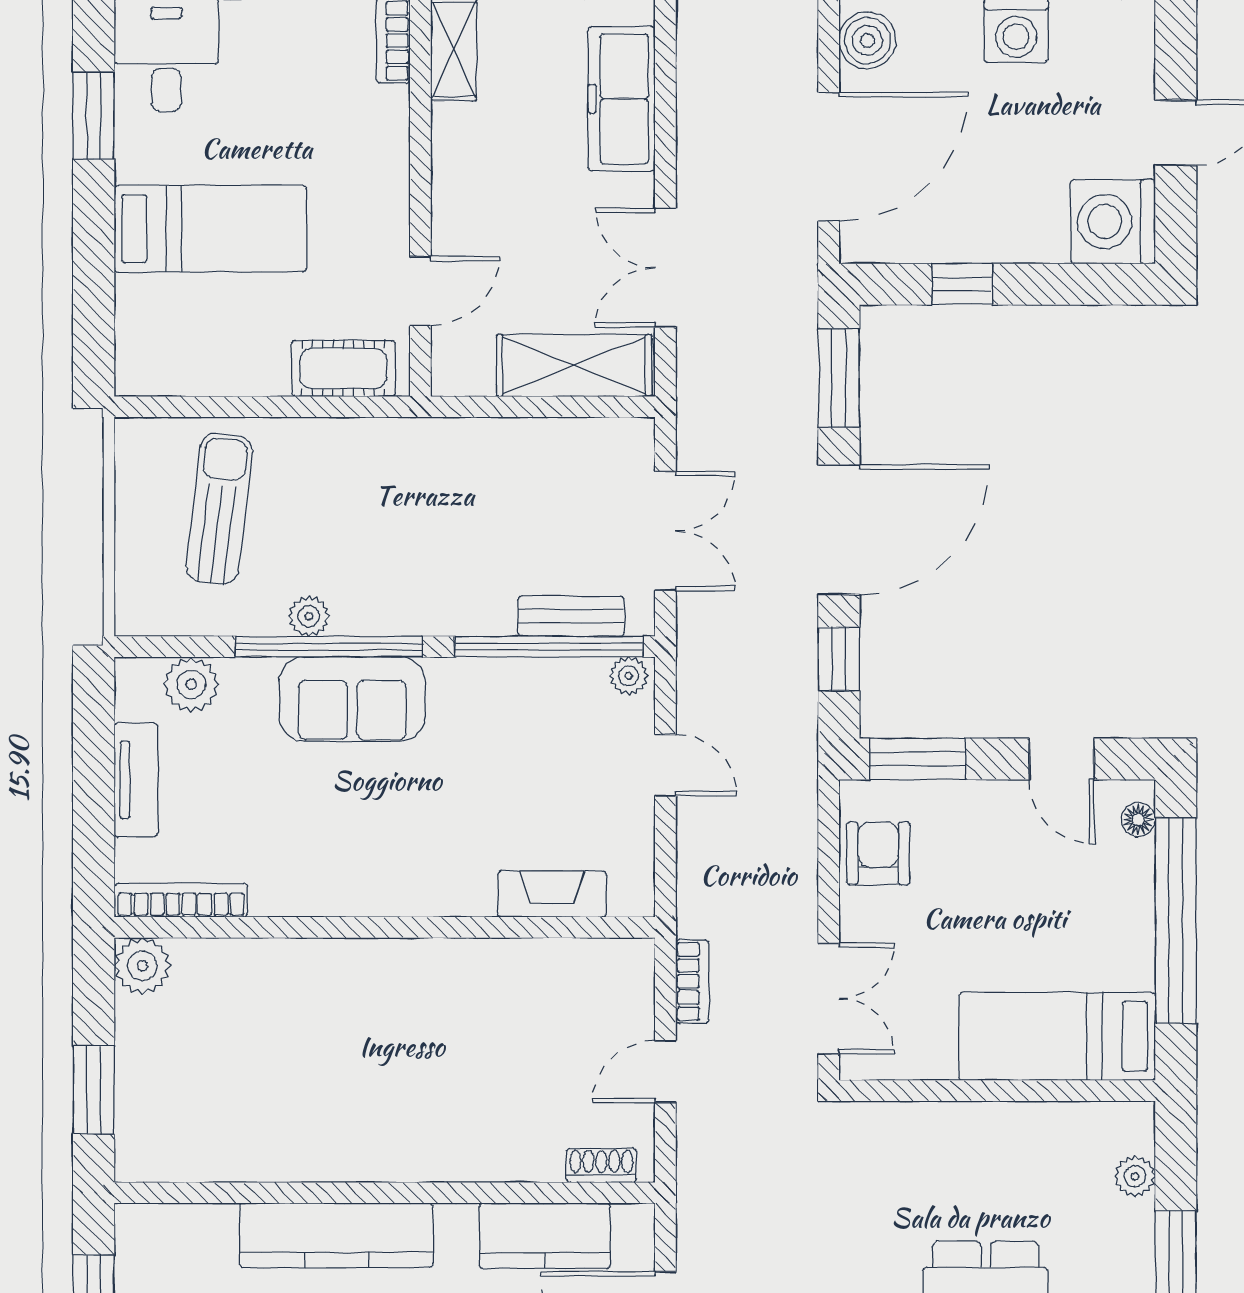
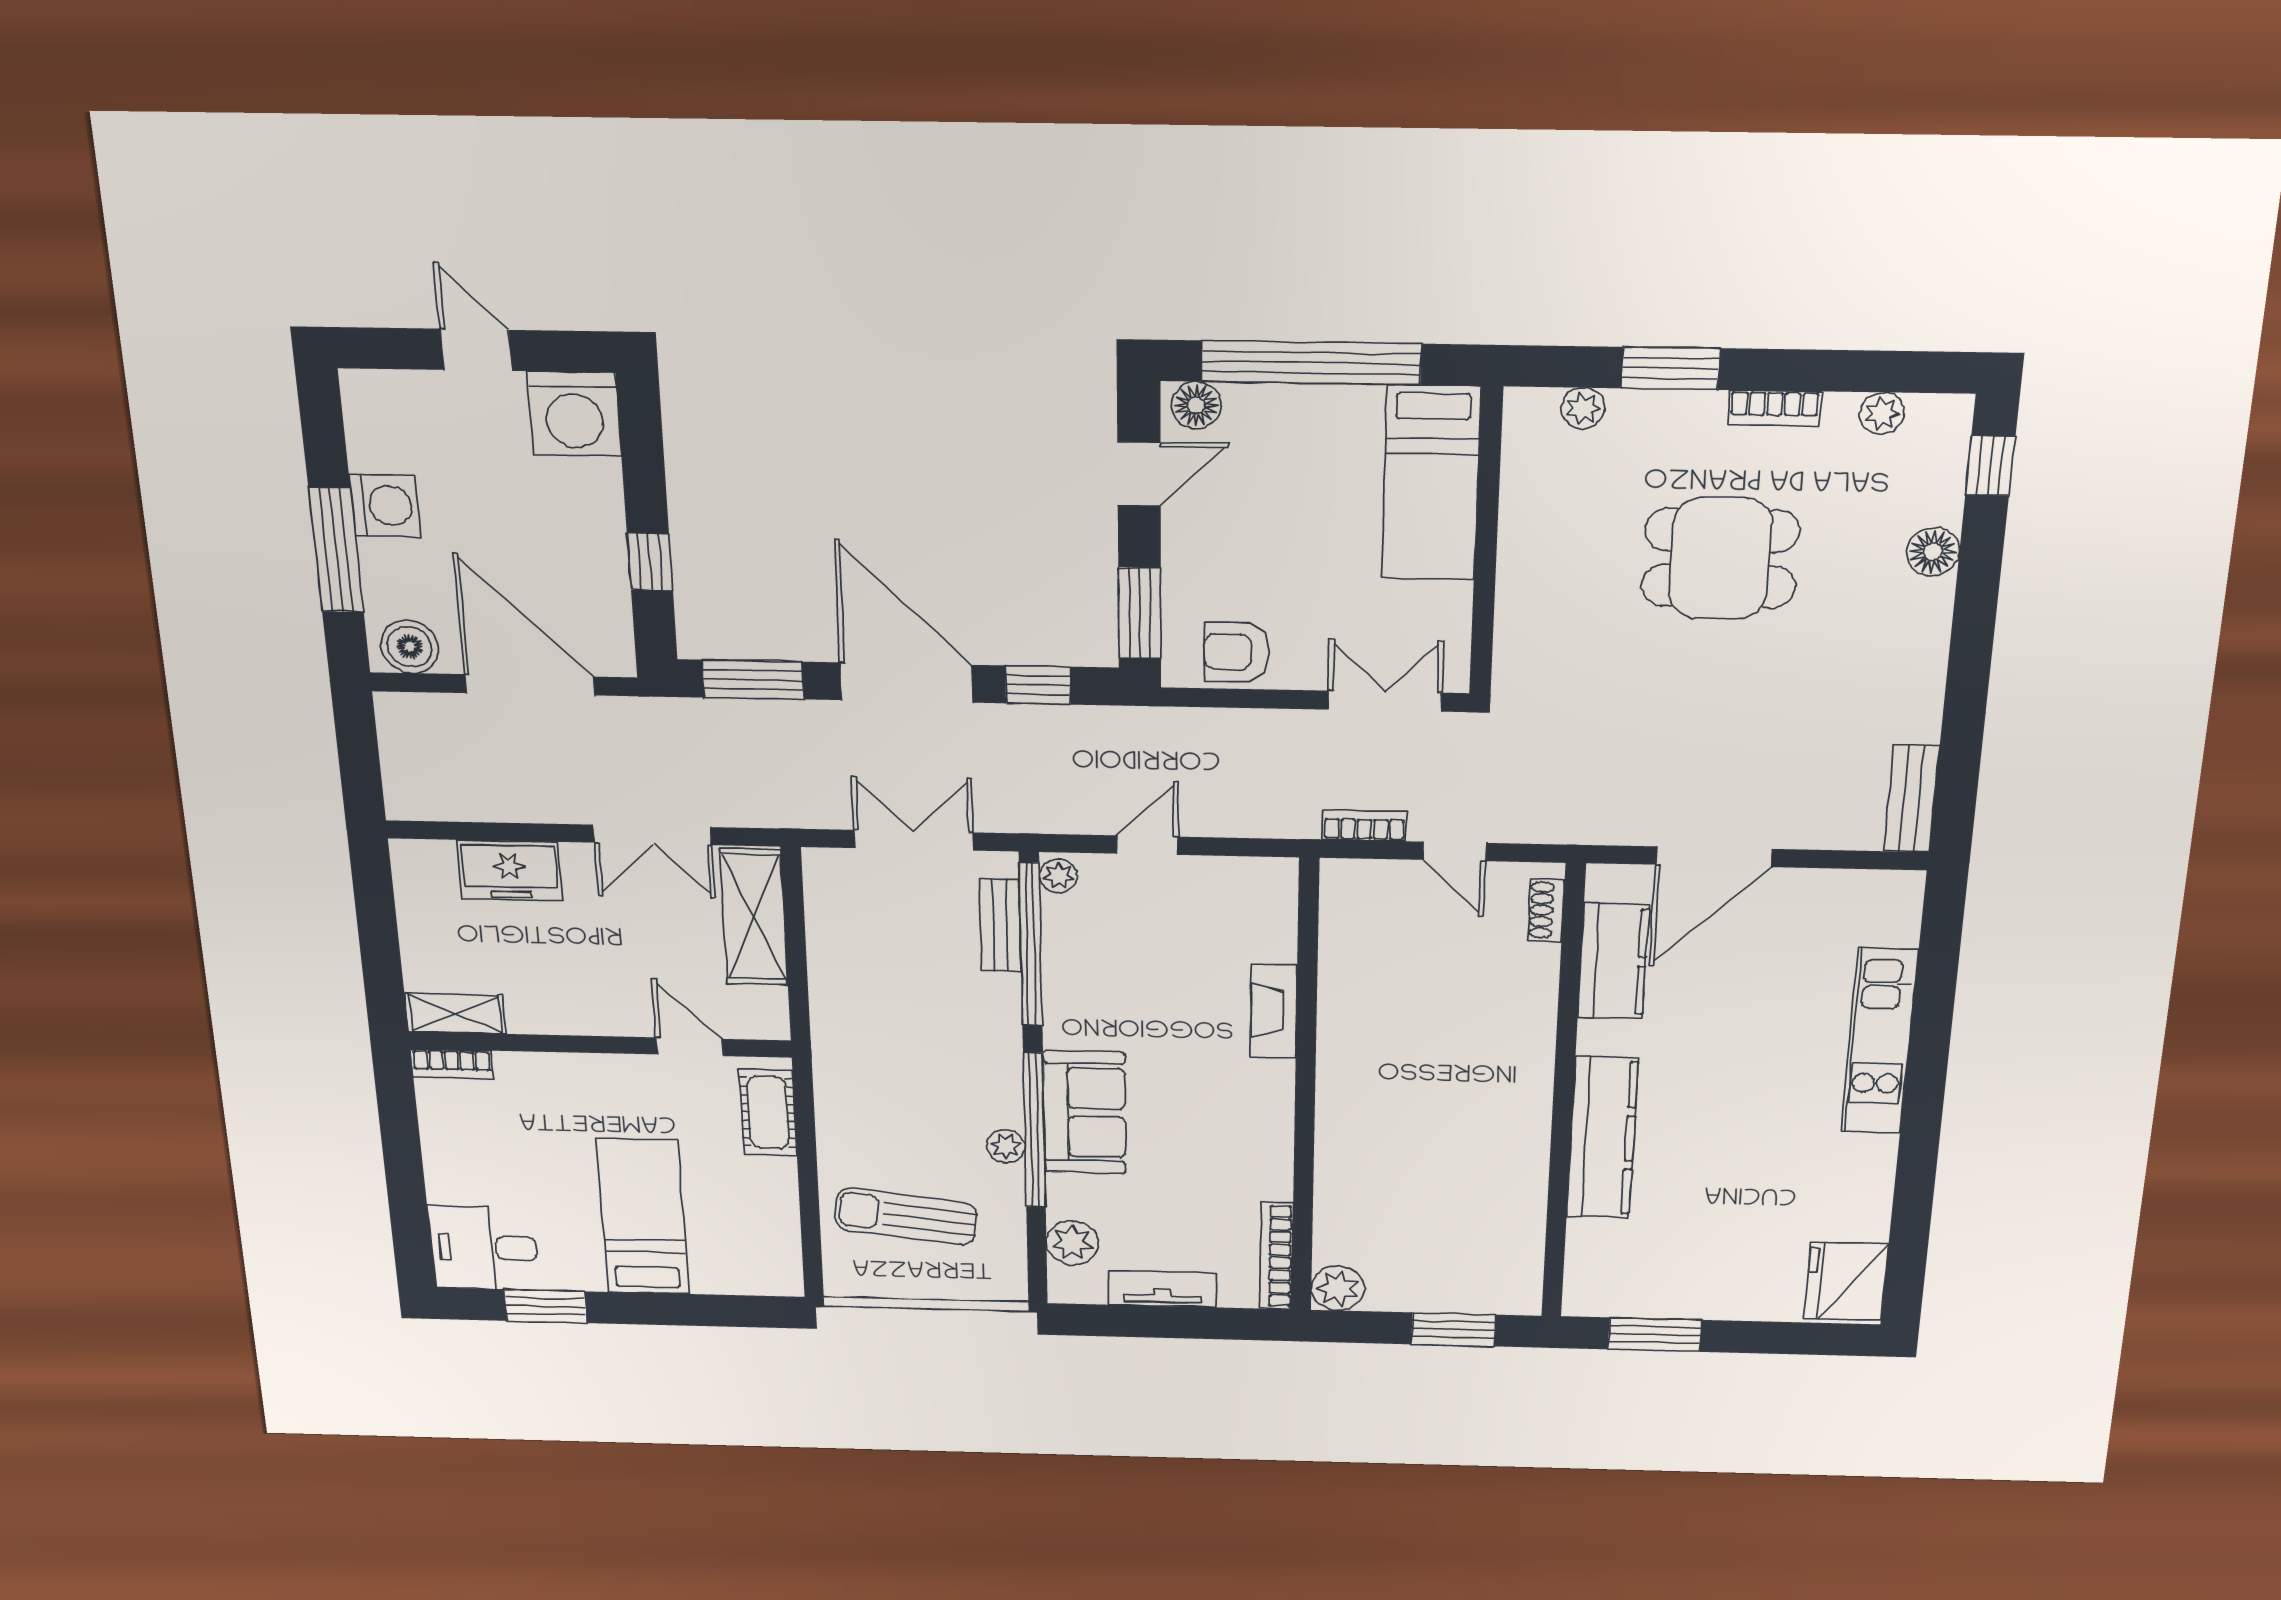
freezer: (622, 99) -> (510, 870), width x0.71
floor lamp: (1138, 820) -> (1196, 405), width x1.37, depth x1.37
fireplace: (552, 894) -> (1274, 1011), moved

